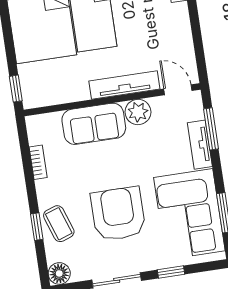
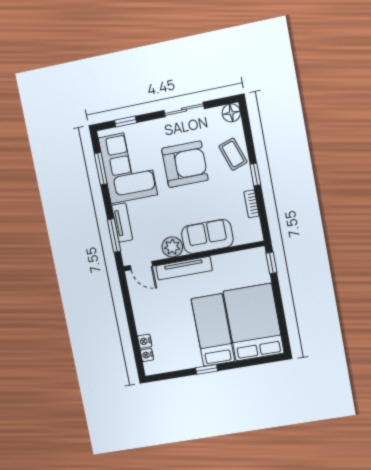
armchair: (118, 214) -> (185, 164), turned -90
window: (37, 227) -> (255, 175), moved
window: (171, 272) -> (126, 122), moved

